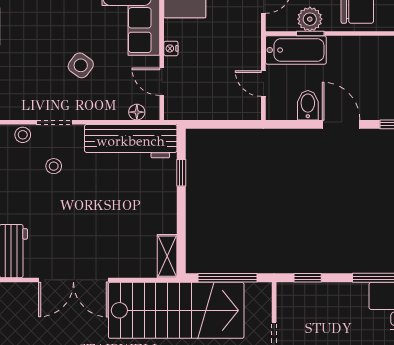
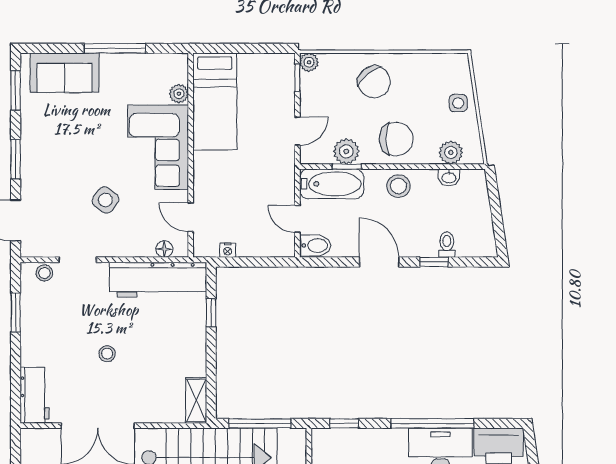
nightstand: (171, 48) -> (228, 250), moved, turned -90
stool: (359, 52) -> (398, 186), added
bidet: (308, 105) -> (315, 245), moved, turned 90
stool: (54, 166) -> (107, 354), moved

